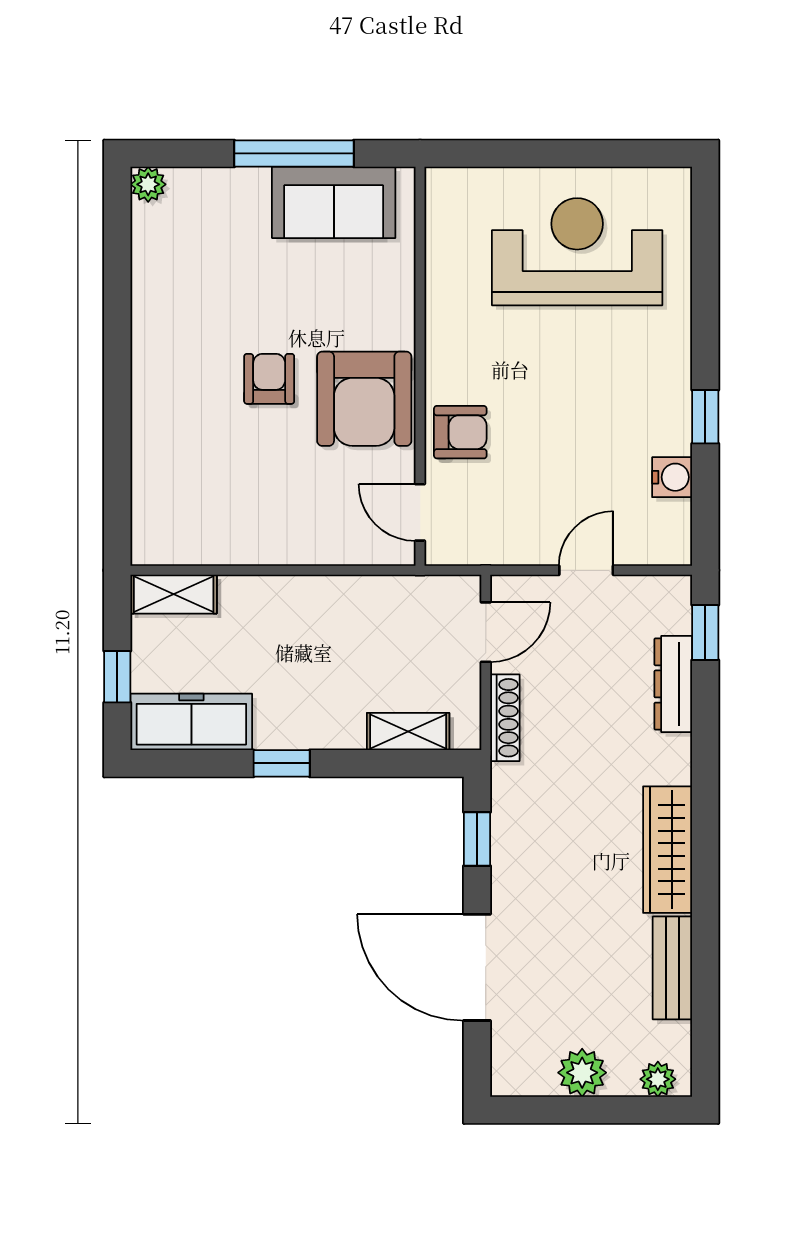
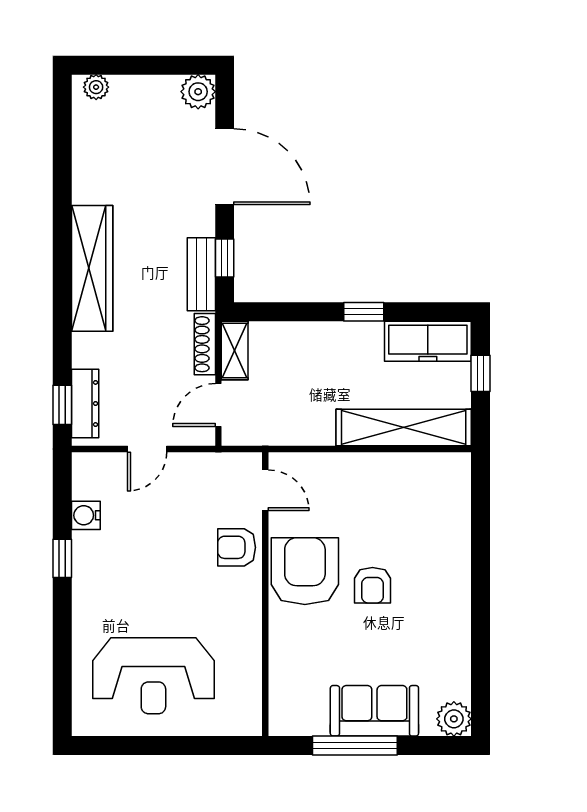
plant: (148, 184) -> (454, 719), width x1.38, depth x1.38
sofa: (334, 202) -> (374, 711), moved
shelving: (174, 594) -> (404, 428), width x2.20, depth x1.33
dresser: (673, 684) -> (85, 403), moved
shelving: (408, 732) -> (235, 350), moved, turned 90
wardrobe: (668, 850) -> (92, 268), width x1.40, depth x1.17
bench: (672, 968) -> (201, 274), moved
plant: (582, 1073) -> (198, 92), moved

